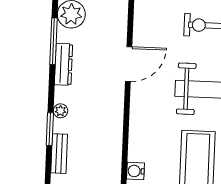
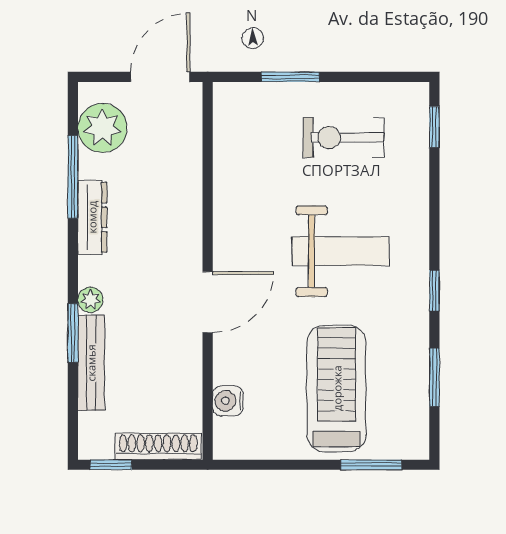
door: (129, 64) -> (208, 302), moved
bench: (59, 154) -> (91, 363), width x1.36

